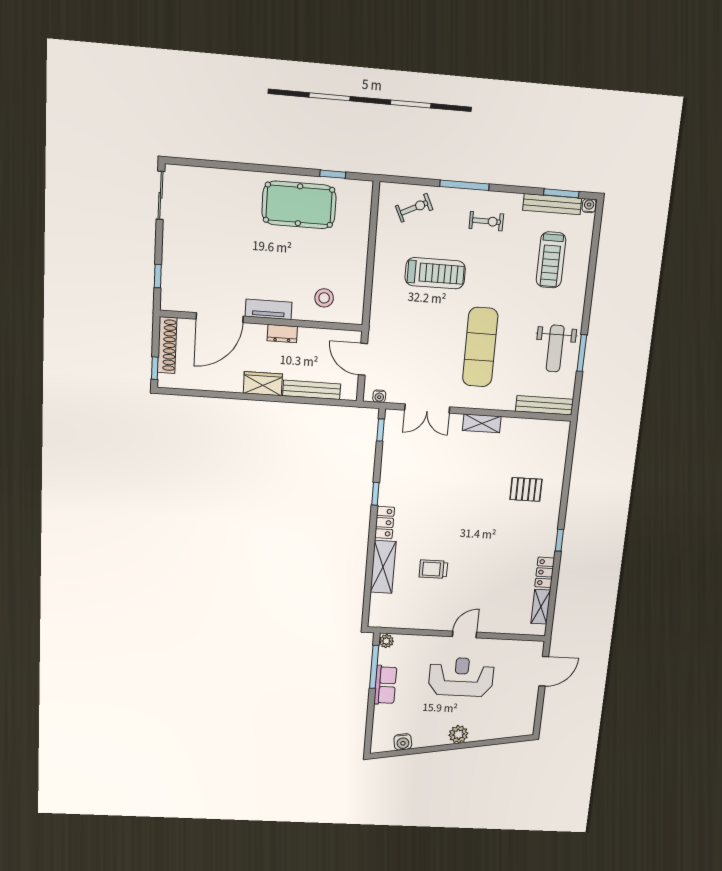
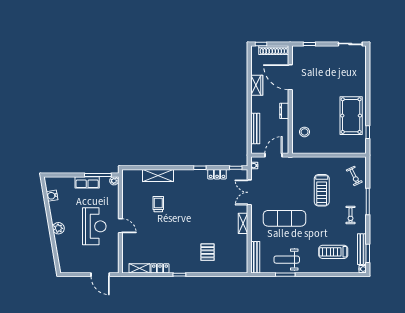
tv unit: (269, 309) -> (296, 103), removed
wardrobe: (263, 384) -> (257, 85), moved
locker: (385, 522) -> (217, 174), moved

